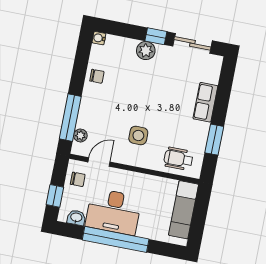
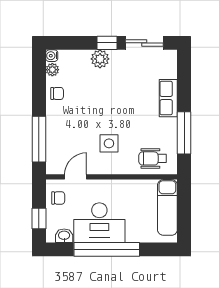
plant: (80, 135) -> (52, 70), moved
window: (214, 140) -> (184, 133), width x1.44

